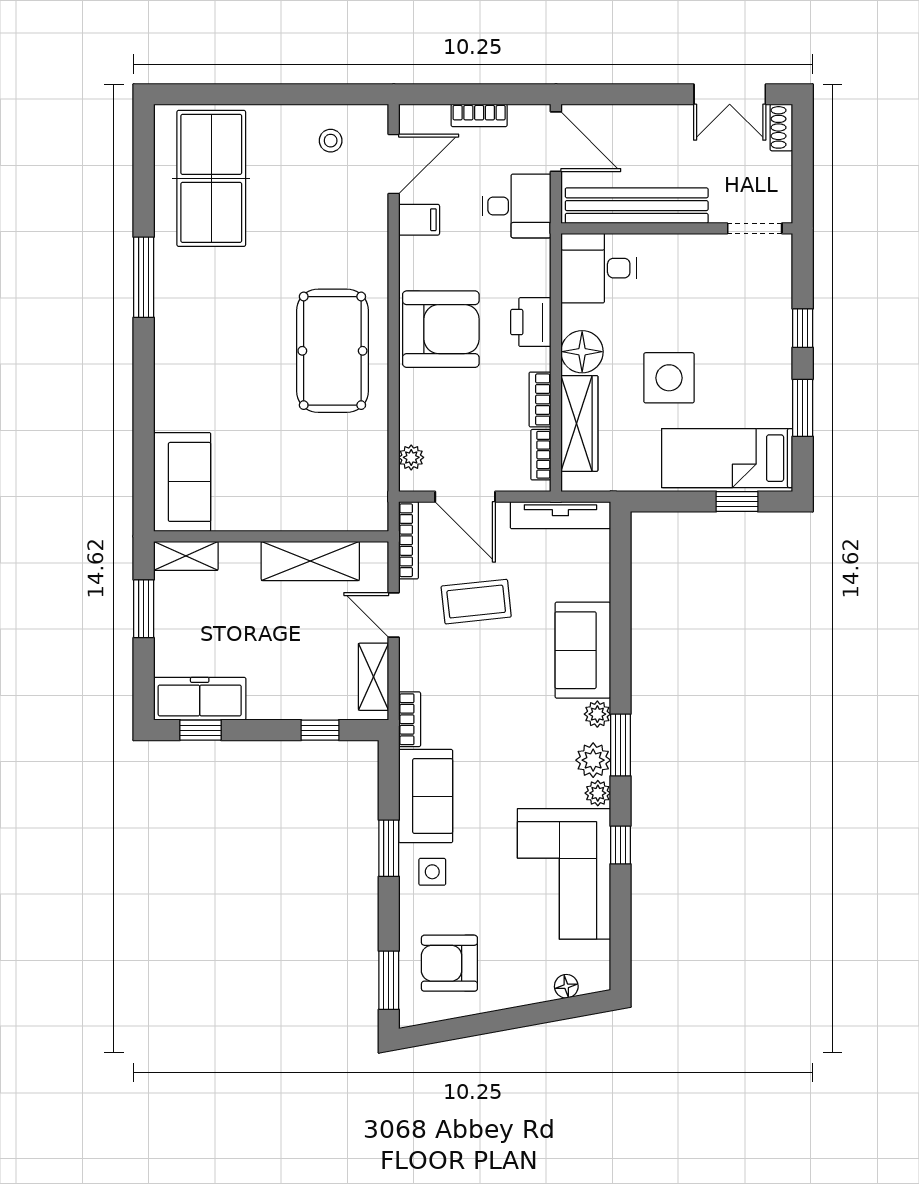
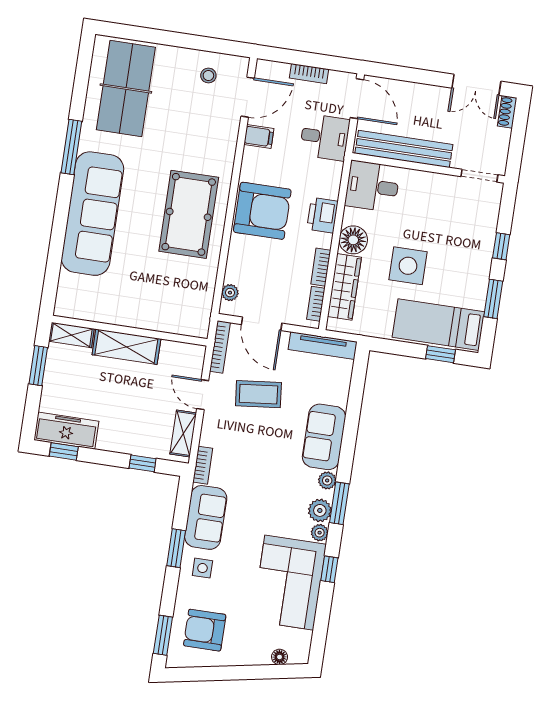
sofa: (182, 482) -> (93, 214), moved, width x1.85, depth x1.27
shelving: (310, 561) -> (126, 347), moved

